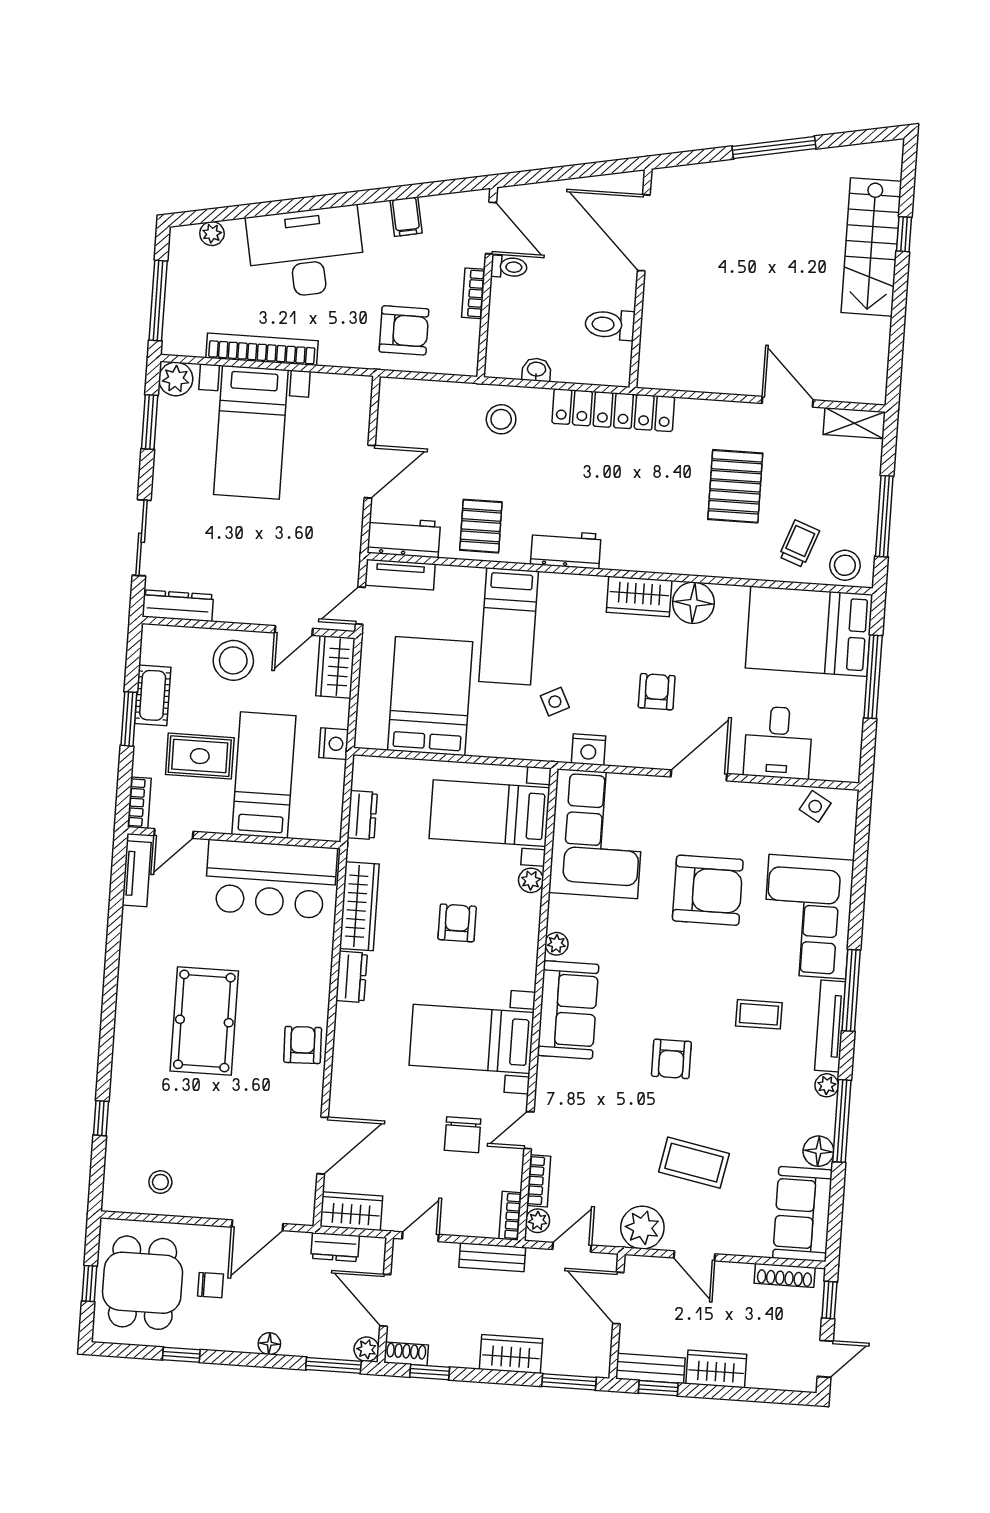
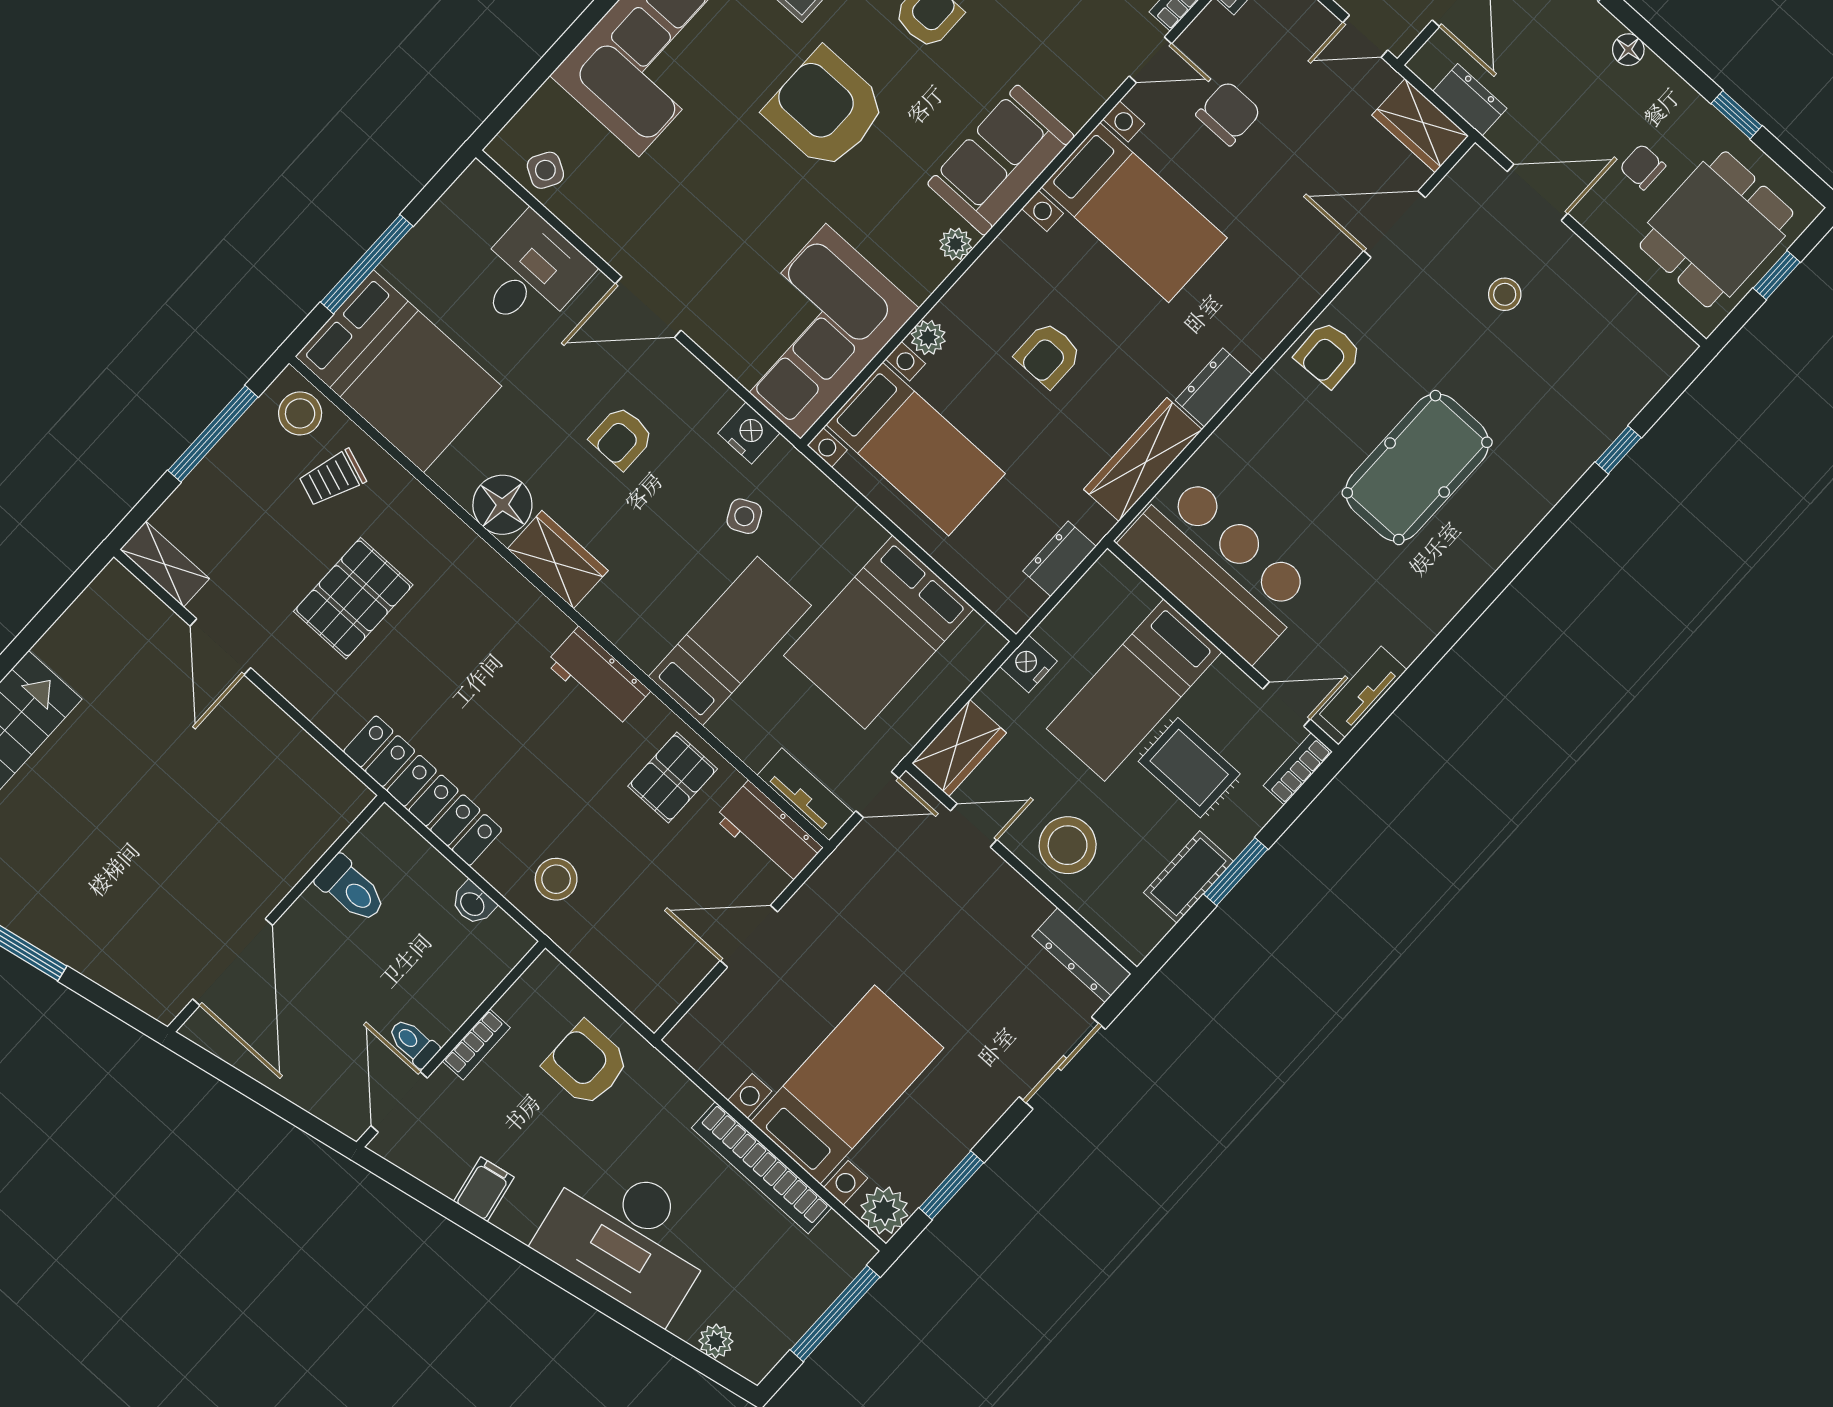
armchair: (708, 890) -> (826, 109), moved
stool: (160, 1182) -> (1505, 294), moved

